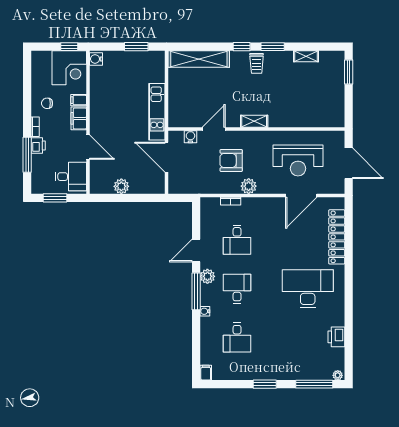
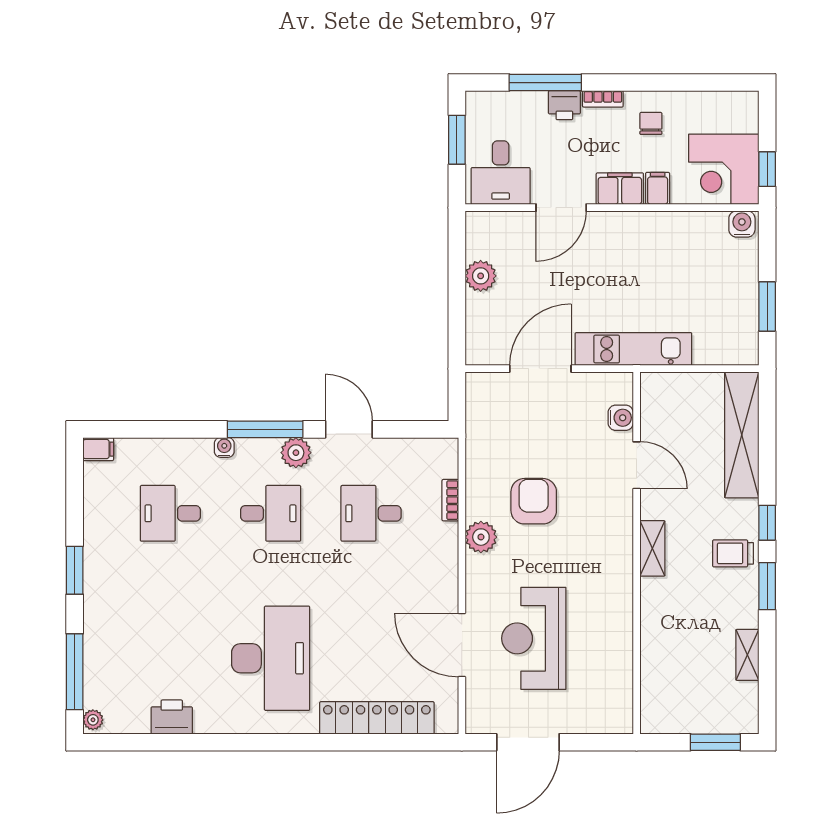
shelving: (254, 121) -> (652, 548), moved
door: (214, 129) -> (637, 465), moved
wall: (256, 129) -> (637, 553), moved
water cooler: (190, 137) -> (621, 418), moved

